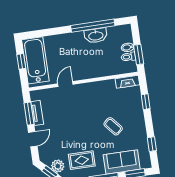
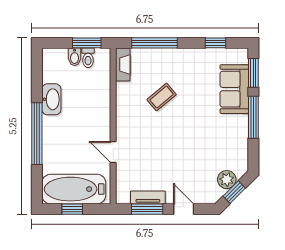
window: (93, 26) -> (37, 134), moved
window: (146, 102) -> (155, 43), width x2.17
coffee table: (113, 126) -> (162, 97), moved
rug: (82, 160) -> (223, 145), removed

